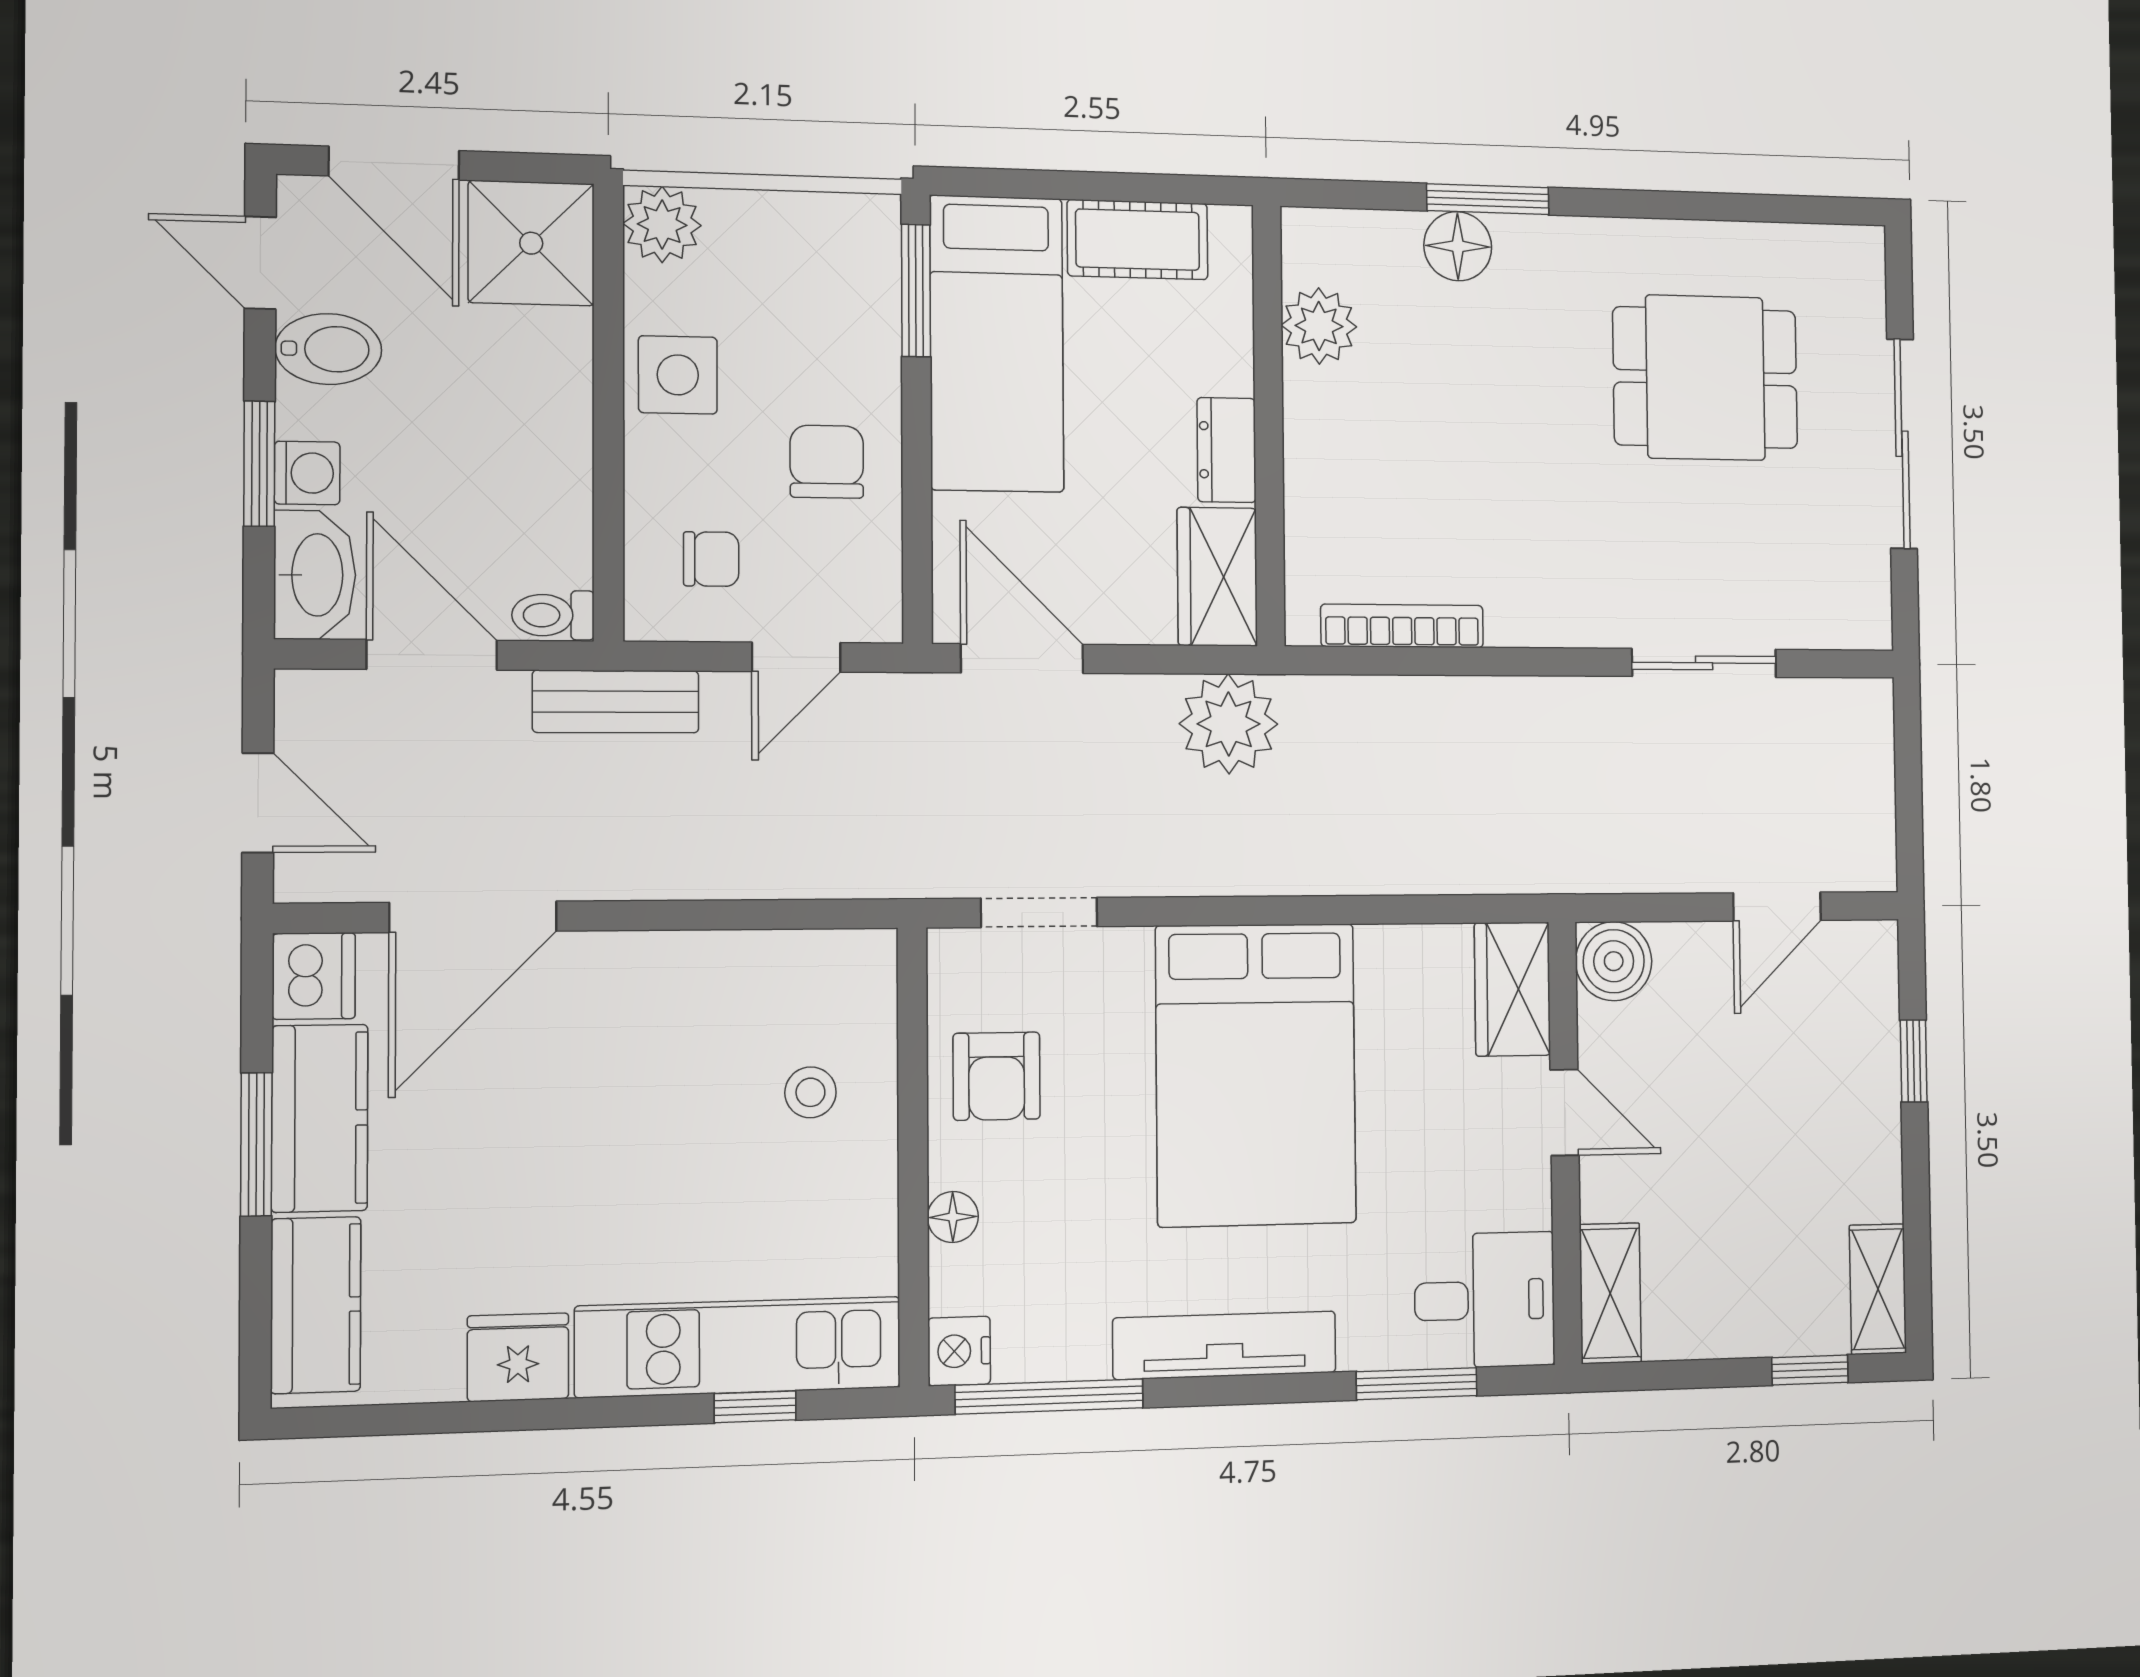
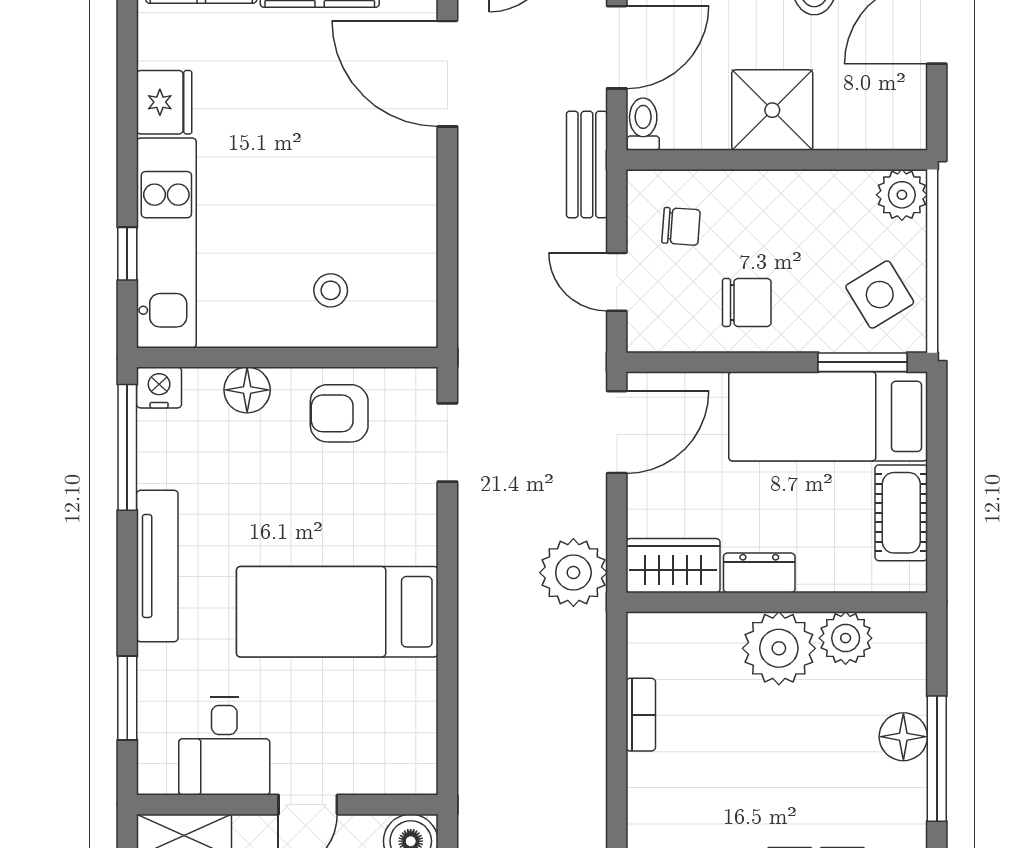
window: (1488, 199) -> (937, 759), width x1.44
shower: (531, 243) -> (772, 110), moved
side table: (678, 375) -> (880, 295), moved, turned -31
plant: (1335, 423) -> (779, 648), added
chair: (711, 559) -> (681, 226), turned -86
bookcase: (1402, 626) -> (641, 715), width x0.64
wardrobe: (1512, 989) -> (392, 769), removed
bed: (1256, 1075) -> (337, 612), width x0.67
floor lamp: (953, 1217) -> (247, 390), width x1.37, depth x1.37
desk: (1485, 1300) -> (224, 746), moved

